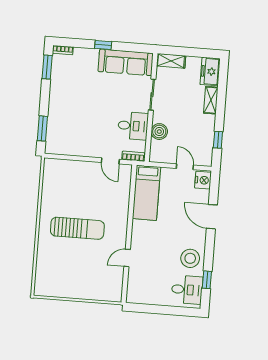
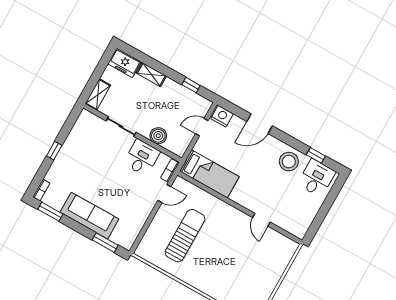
sofa: (126, 62) -> (89, 216), moved, turned -90
sun lounger: (77, 228) -> (185, 236), moved

